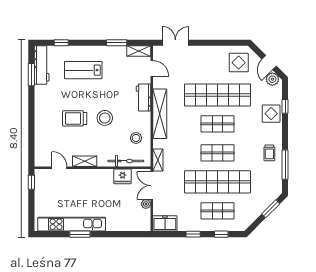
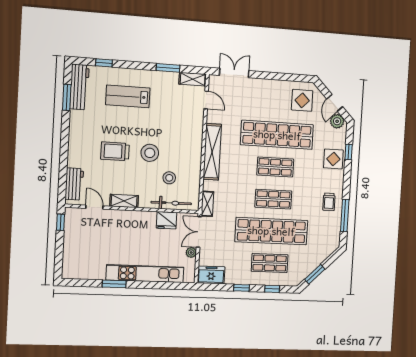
workbench: (143, 97) -> (74, 184), moved, turned 180
stool: (136, 138) -> (169, 178), moved
window: (271, 209) -> (315, 274), moved
kitchen unit: (72, 224) -> (145, 274), moved

